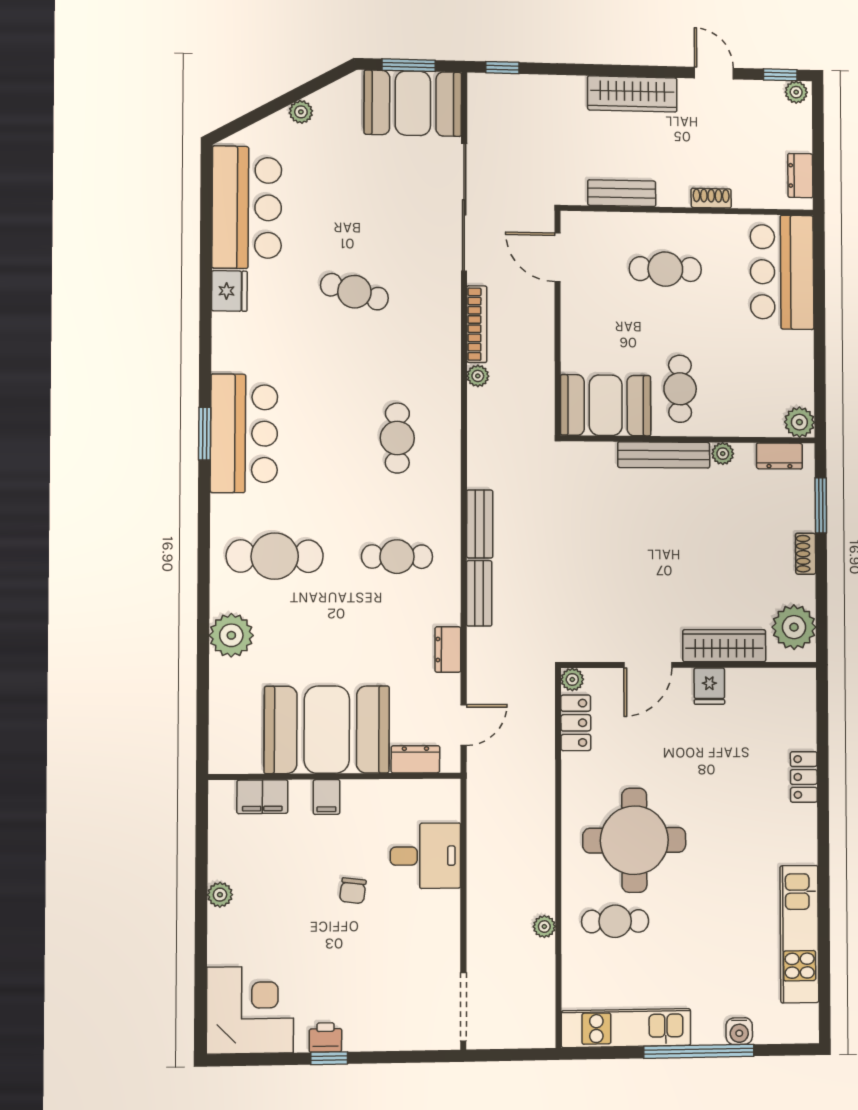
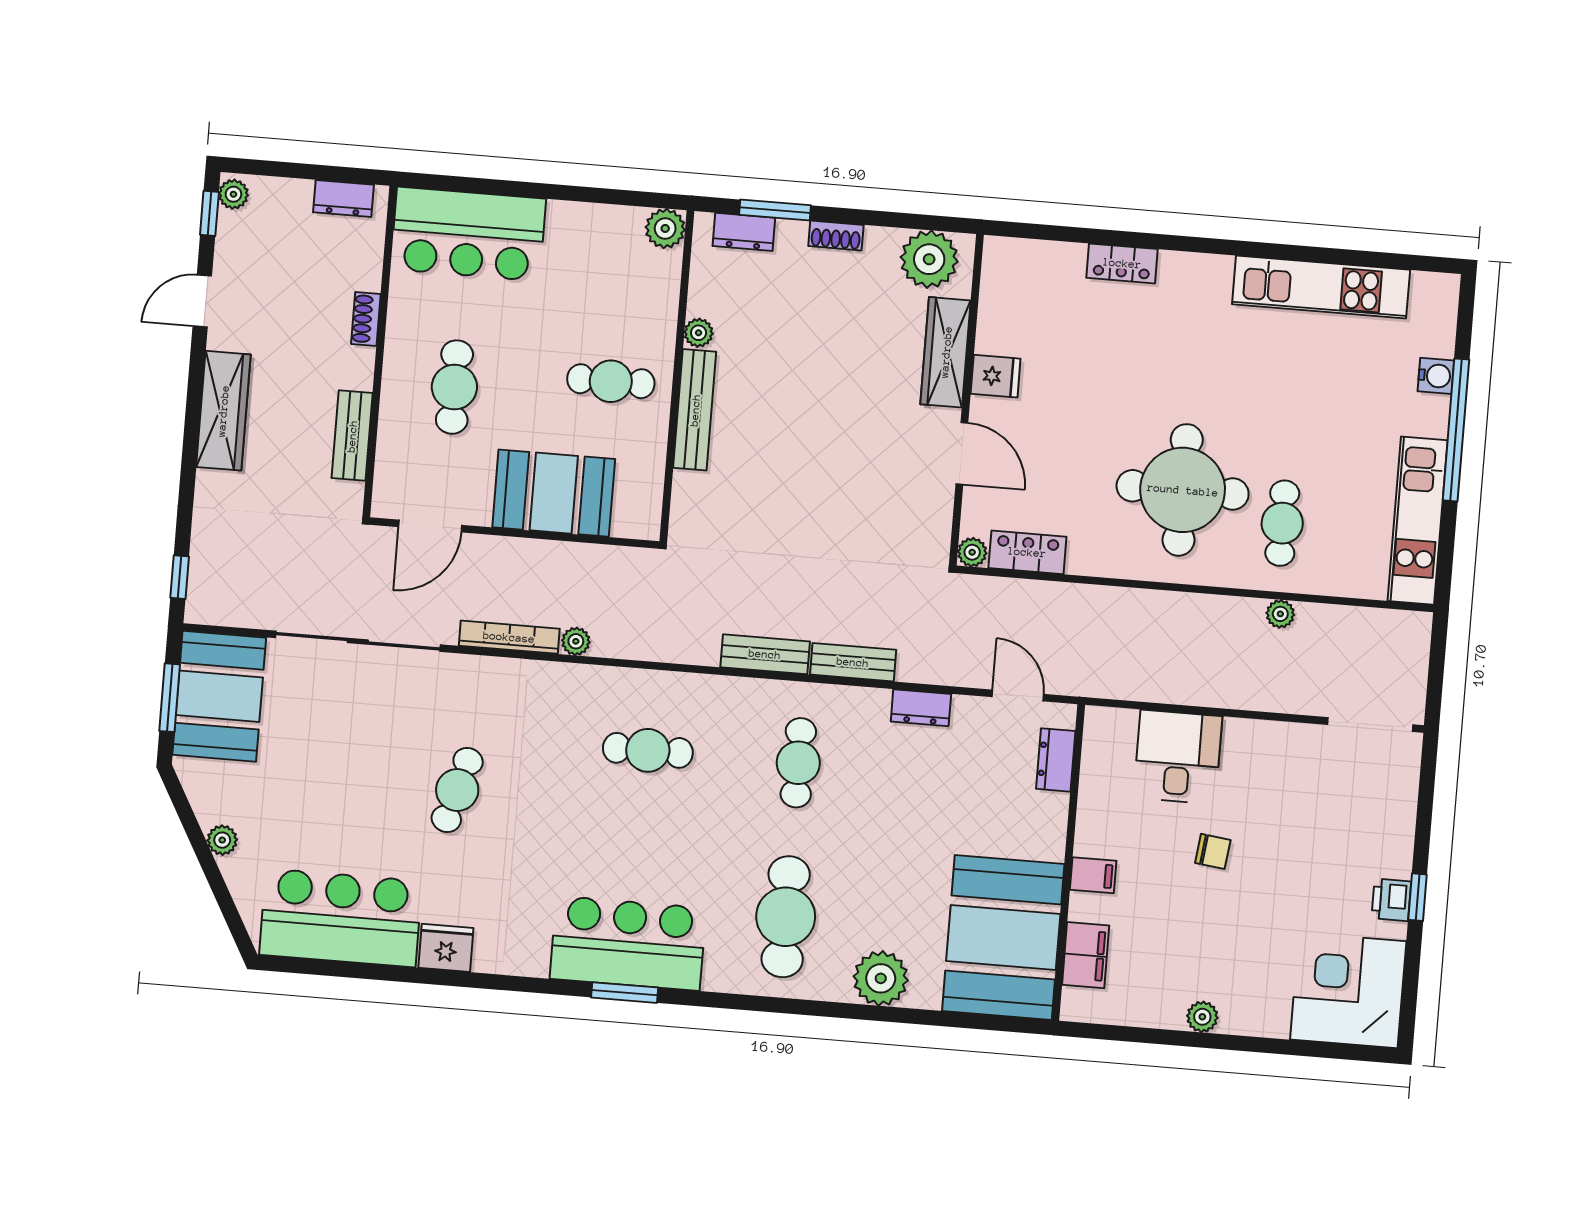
booth: (606, 405) -> (554, 493), moved, turned 90
dresser: (779, 456) -> (744, 232), moved, turned 90
booth: (327, 730) -> (1003, 938), moved

